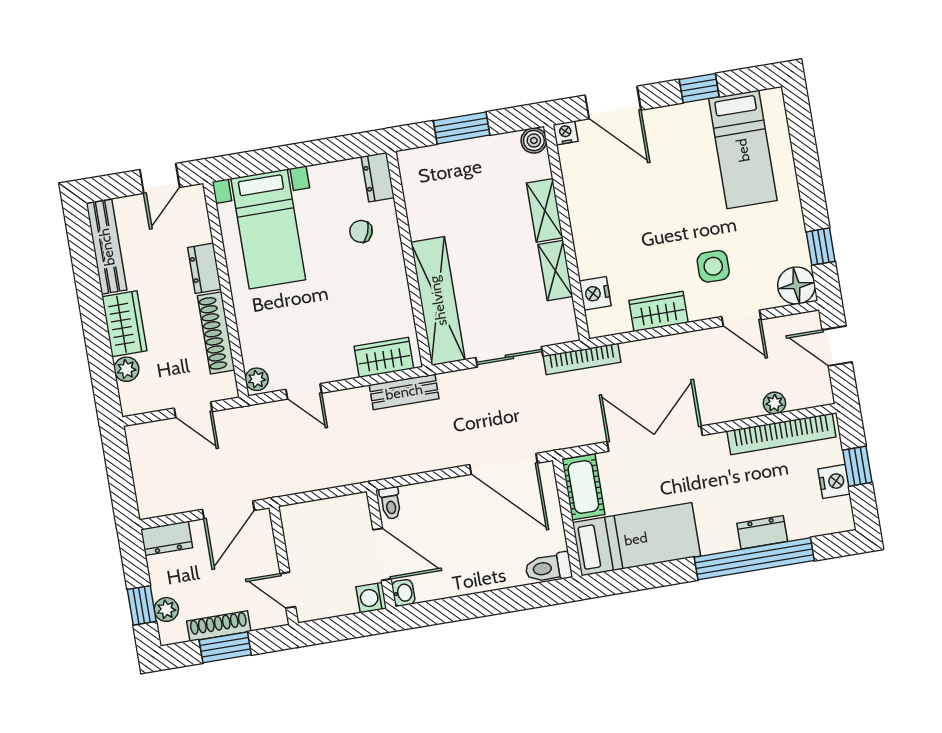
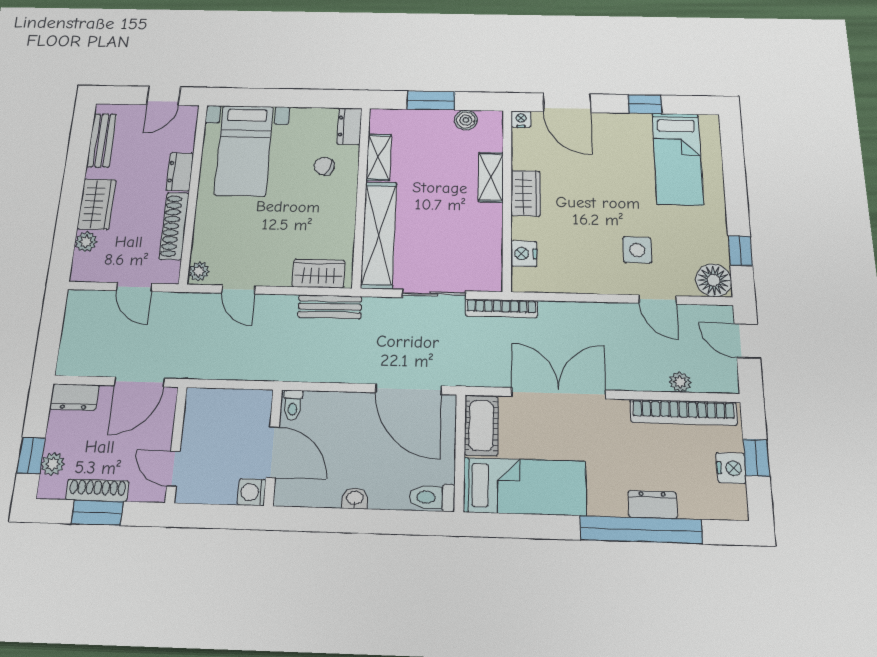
boiler: (534, 141) -> (466, 120), moved
bench: (107, 247) -> (102, 140), width x0.73
shelving: (555, 271) -> (379, 157), moved
wardrobe: (658, 311) -> (526, 193), moved, turned 90
washbasin: (403, 593) -> (355, 498), moved, turned -90

